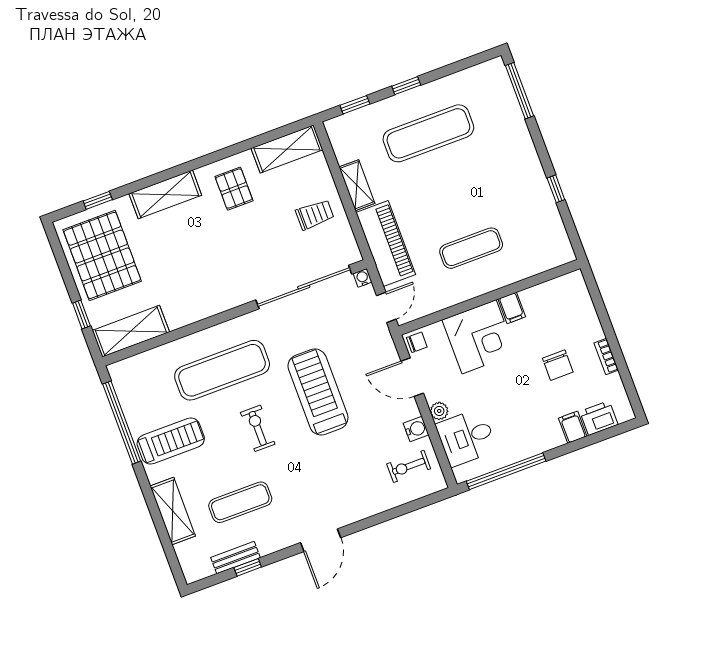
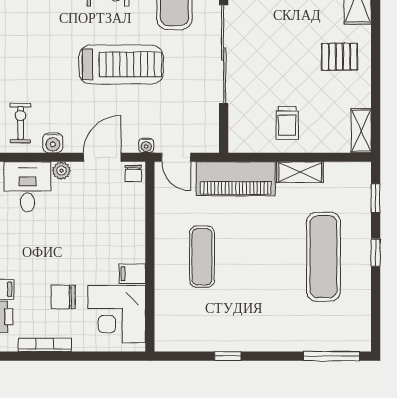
shelving: (287, 149) -> (361, 131), width x0.67, depth x0.75
water cooler: (363, 278) -> (146, 145), moved, turned 90
sliding door: (304, 287) -> (224, 54), moved
corner desk: (479, 337) -> (117, 314), moved
bookcase: (606, 357) -> (45, 345), width x1.56

